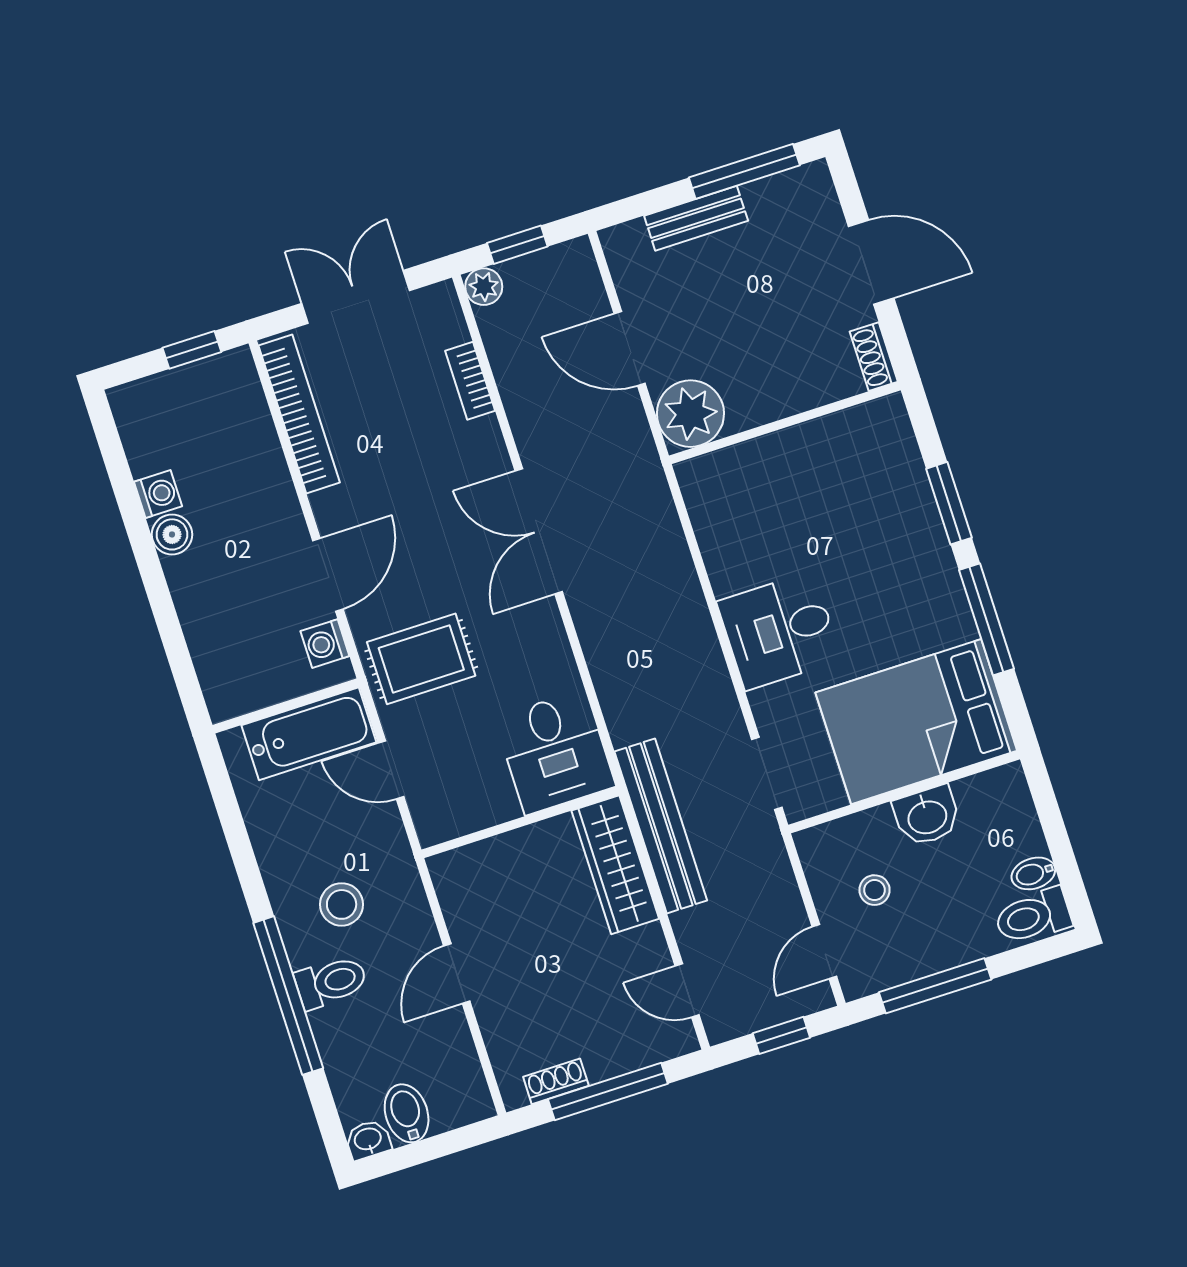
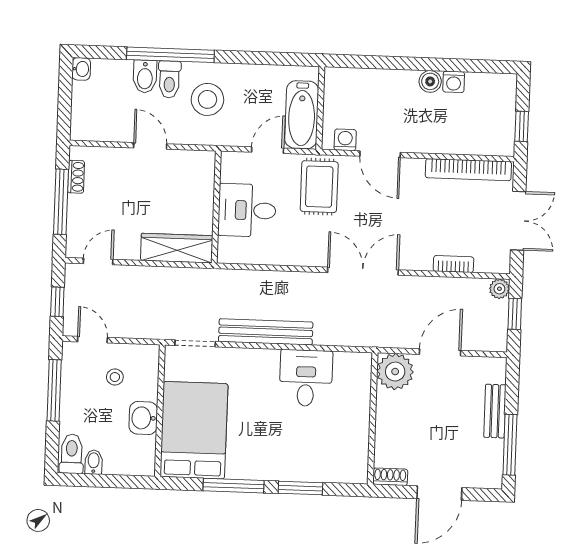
desk: (779, 631) -> (306, 378), moved
desk: (555, 752) -> (247, 210), moved
bench: (661, 826) -> (266, 332), moved
stool: (342, 904) -> (207, 99), width x1.38, depth x1.38
bidet: (407, 1113) -> (145, 76), moved, turned 90

